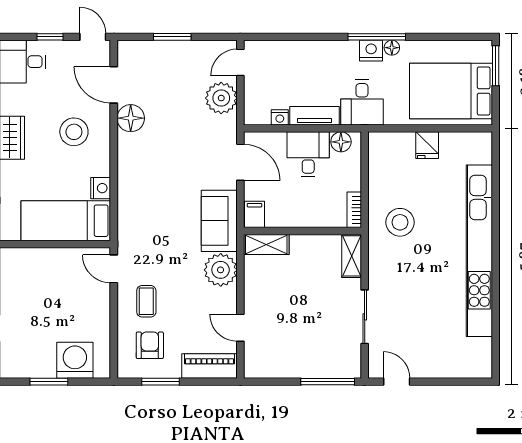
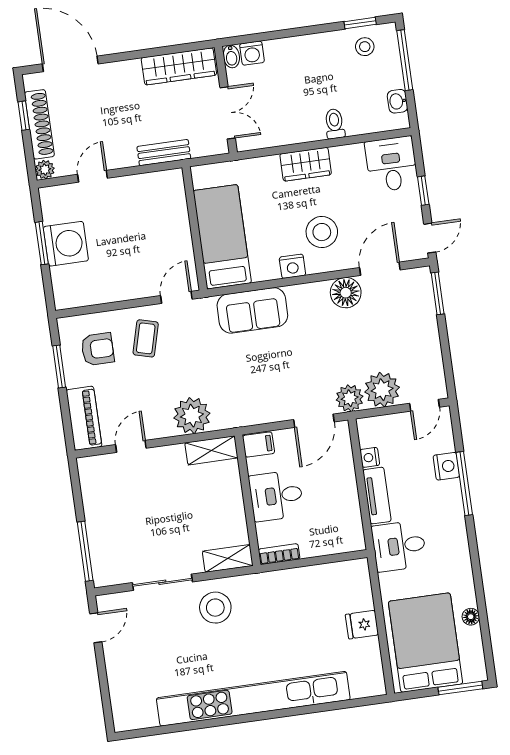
window: (172, 37) -> (438, 293), moved
window: (377, 37) -> (464, 483), moved
floor lamp: (392, 48) -> (471, 617), moved
nightstand: (371, 51) -> (446, 466), moved
door: (240, 62) -> (424, 405), swing flipped
plant: (225, 128) -> (350, 398), added
floor lamp: (341, 142) -> (352, 529), removed
desk: (308, 154) -> (276, 496), moved, turned 180
nightstand: (101, 188) -> (292, 266), moved
sofa: (219, 221) -> (252, 310), moved, turned 180
stool: (400, 222) -> (215, 608), moved
shelving: (266, 244) -> (211, 450), moved, turned 90
coffee table: (146, 301) -> (146, 338), turned -75
washing machine: (75, 360) -> (66, 244), moved

